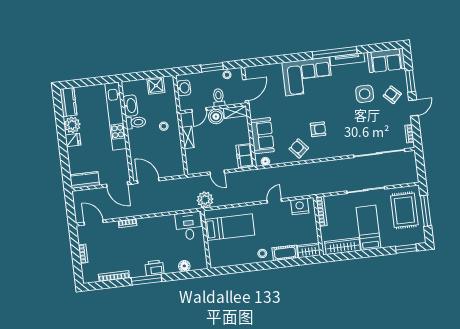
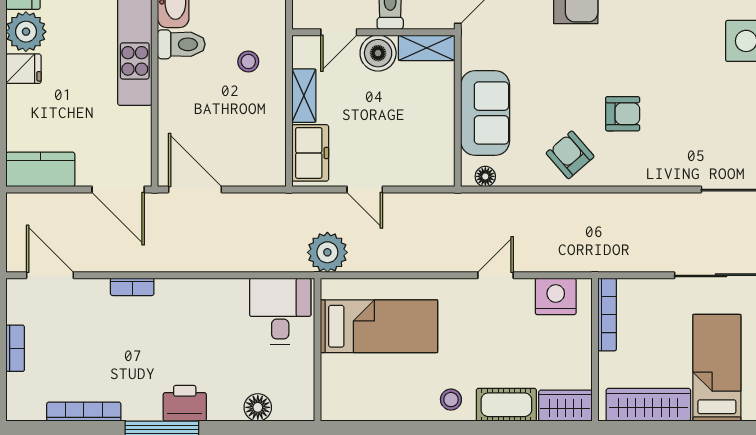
freezer: (245, 156) -> (310, 153), moved, turned 180

